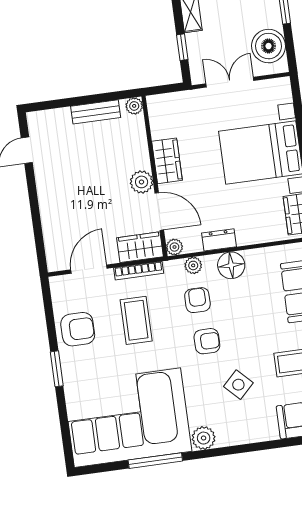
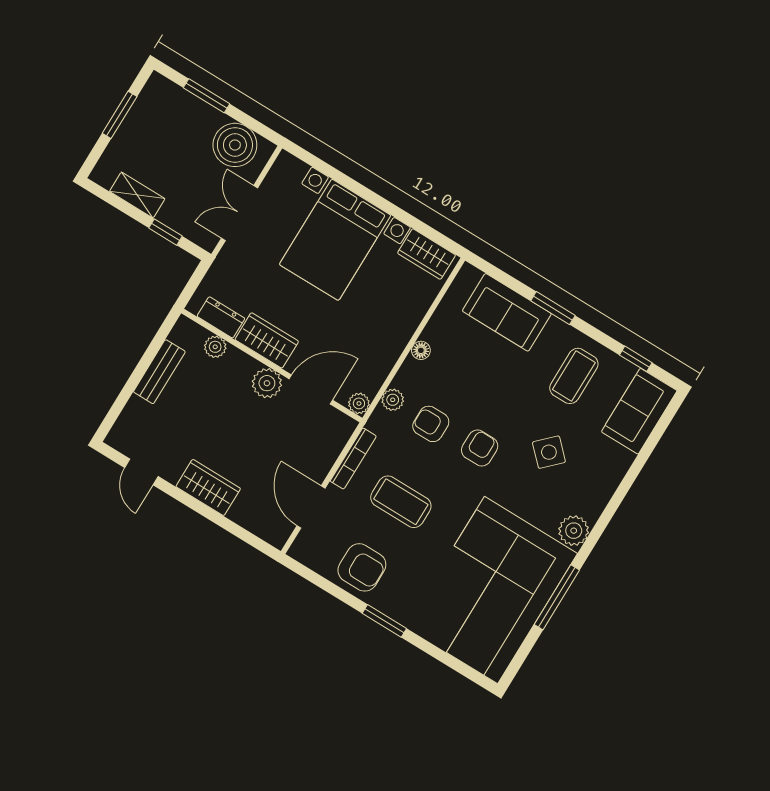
plant: (134, 106) -> (215, 347), moved
dresser: (219, 240) -> (221, 317), moved, turned 90
wardrobe: (140, 247) -> (208, 487), moved, turned 90
floor lamp: (231, 265) -> (421, 350), width x0.53, depth x0.53
armchair: (78, 329) -> (362, 567), turned 90

